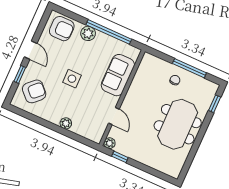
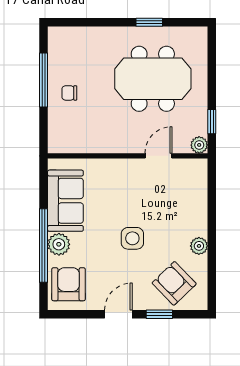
window: (109, 32) -> (44, 245), moved
sofa: (118, 75) -> (65, 201), moved, turned -90
window: (215, 104) -> (149, 22), moved
plant: (66, 123) -> (199, 246), moved
meeting table: (178, 124) -> (153, 79), moved

